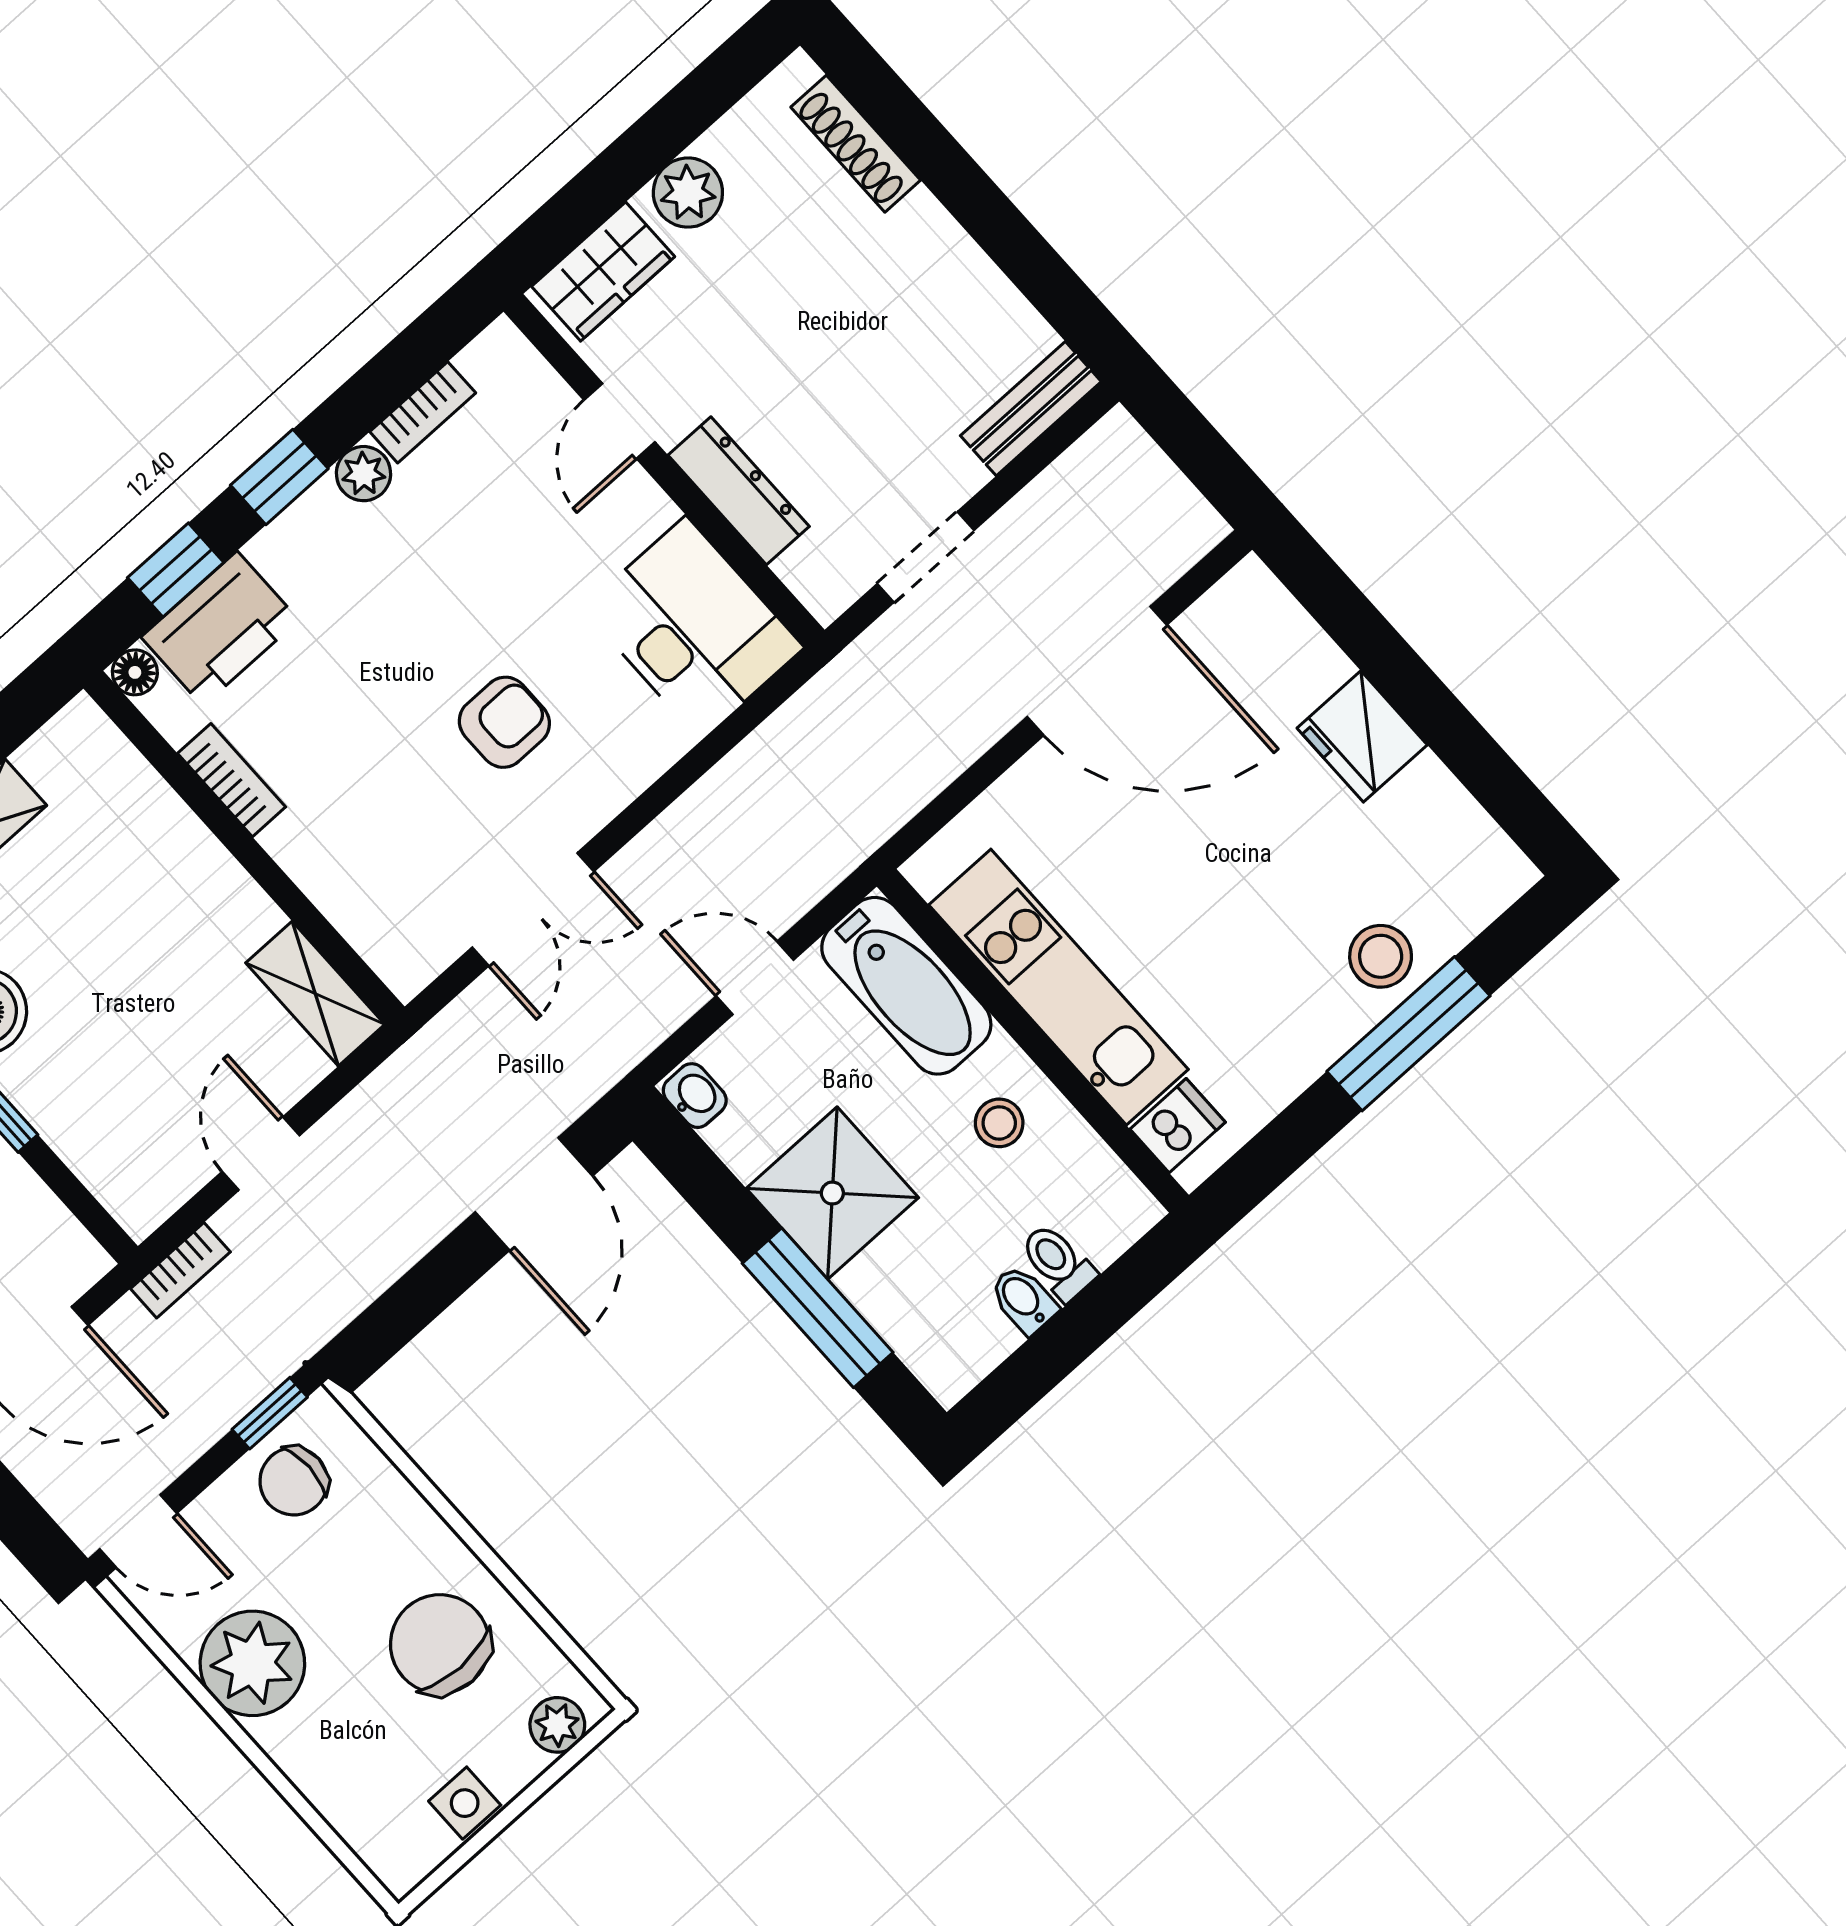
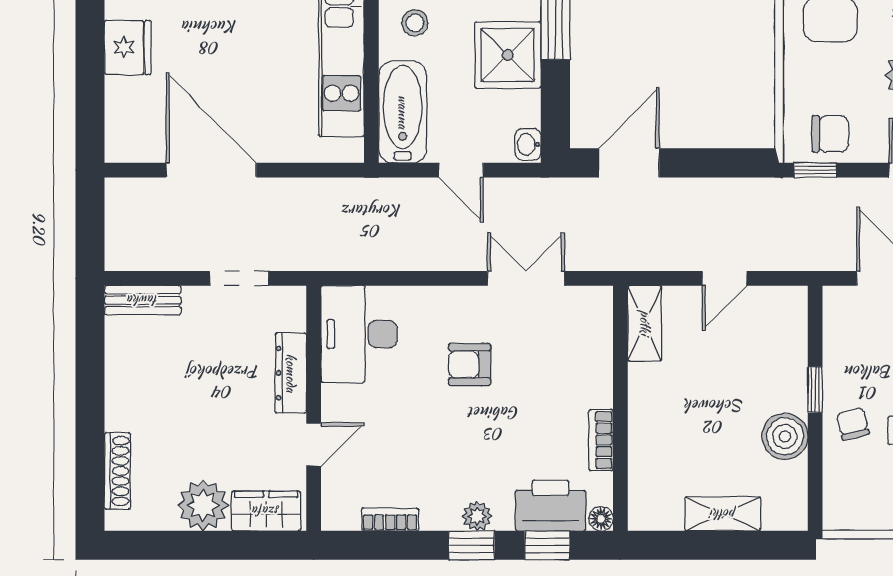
plant: (688, 193) -> (203, 505), width x1.36, depth x1.36
plant: (363, 474) -> (477, 516), moved
bookcase: (180, 1270) -> (800, 260), removed

